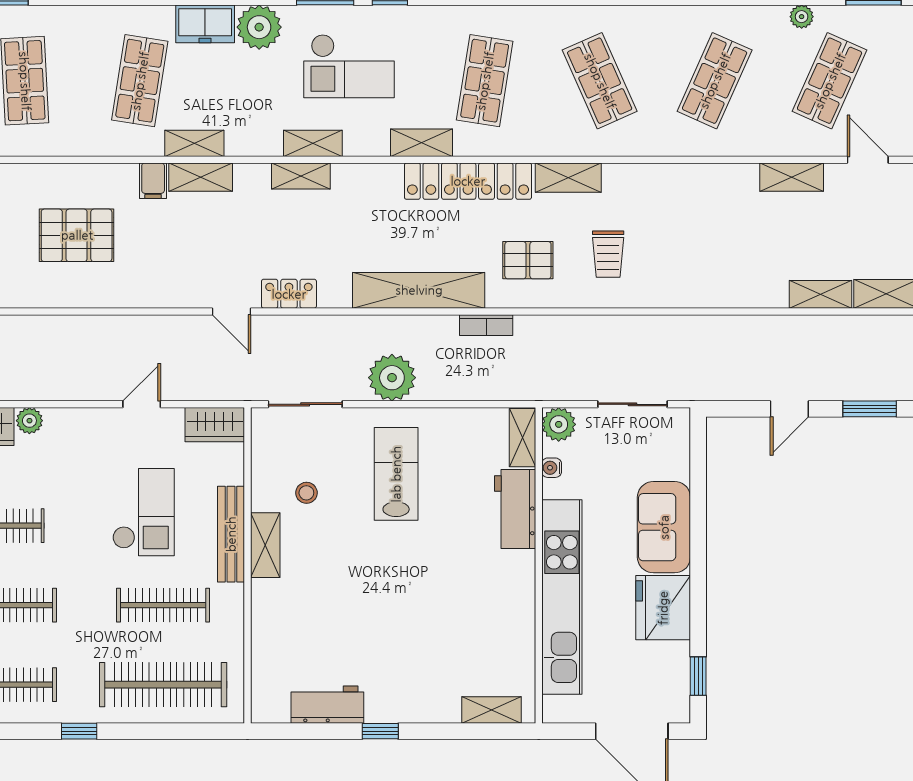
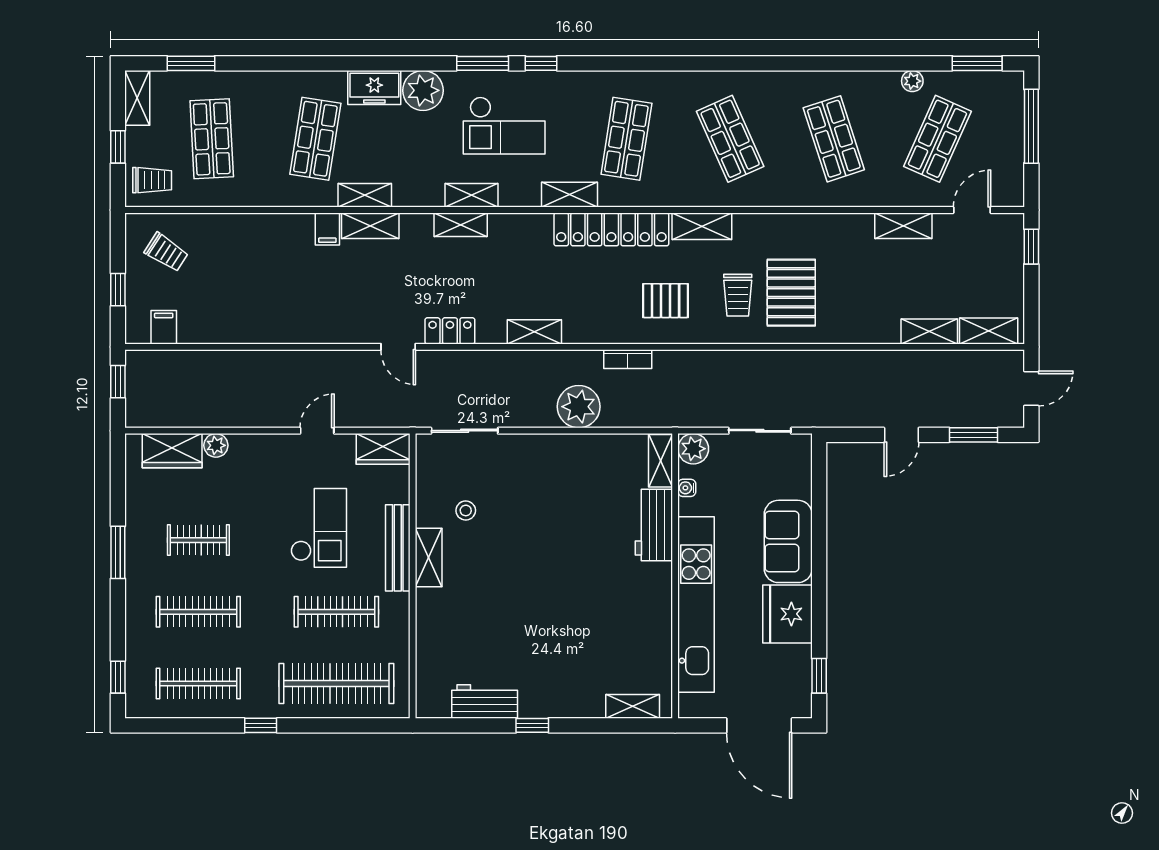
shop shelf: (715, 81) -> (834, 139), turned -42
door: (868, 160) -> (972, 210), hinge flipped
pallet: (77, 235) -> (791, 293), moved, turned 90
shelving: (419, 290) -> (534, 332), width x0.45, depth x0.75
plant: (392, 378) -> (579, 407), moved
lab bench: (396, 474) -> (547, 493), removed

